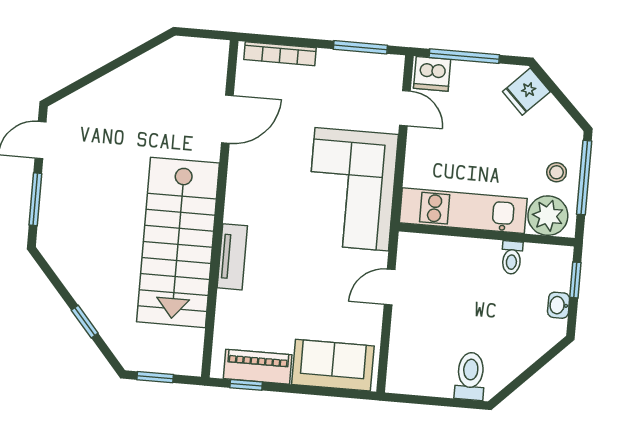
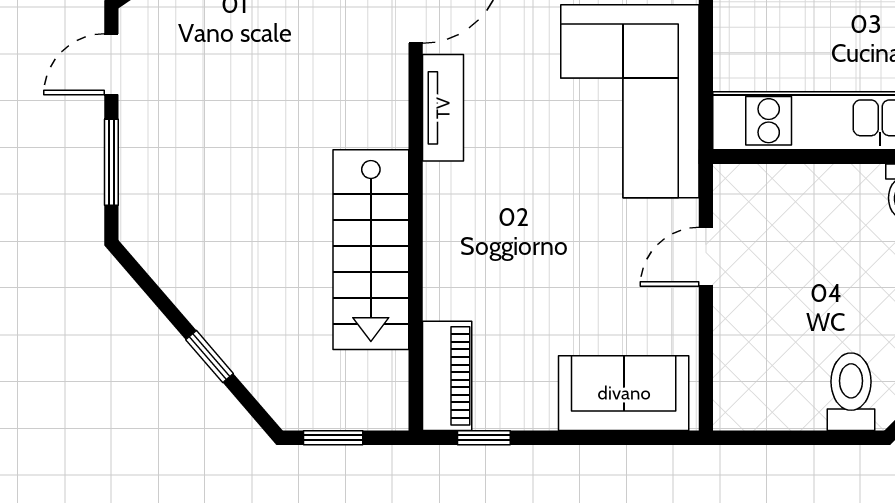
stairs: (178, 242) -> (371, 250), width x0.73, depth x0.66
tv unit: (232, 257) -> (443, 108), moved
piano: (258, 367) -> (447, 376), moved, turned 90

